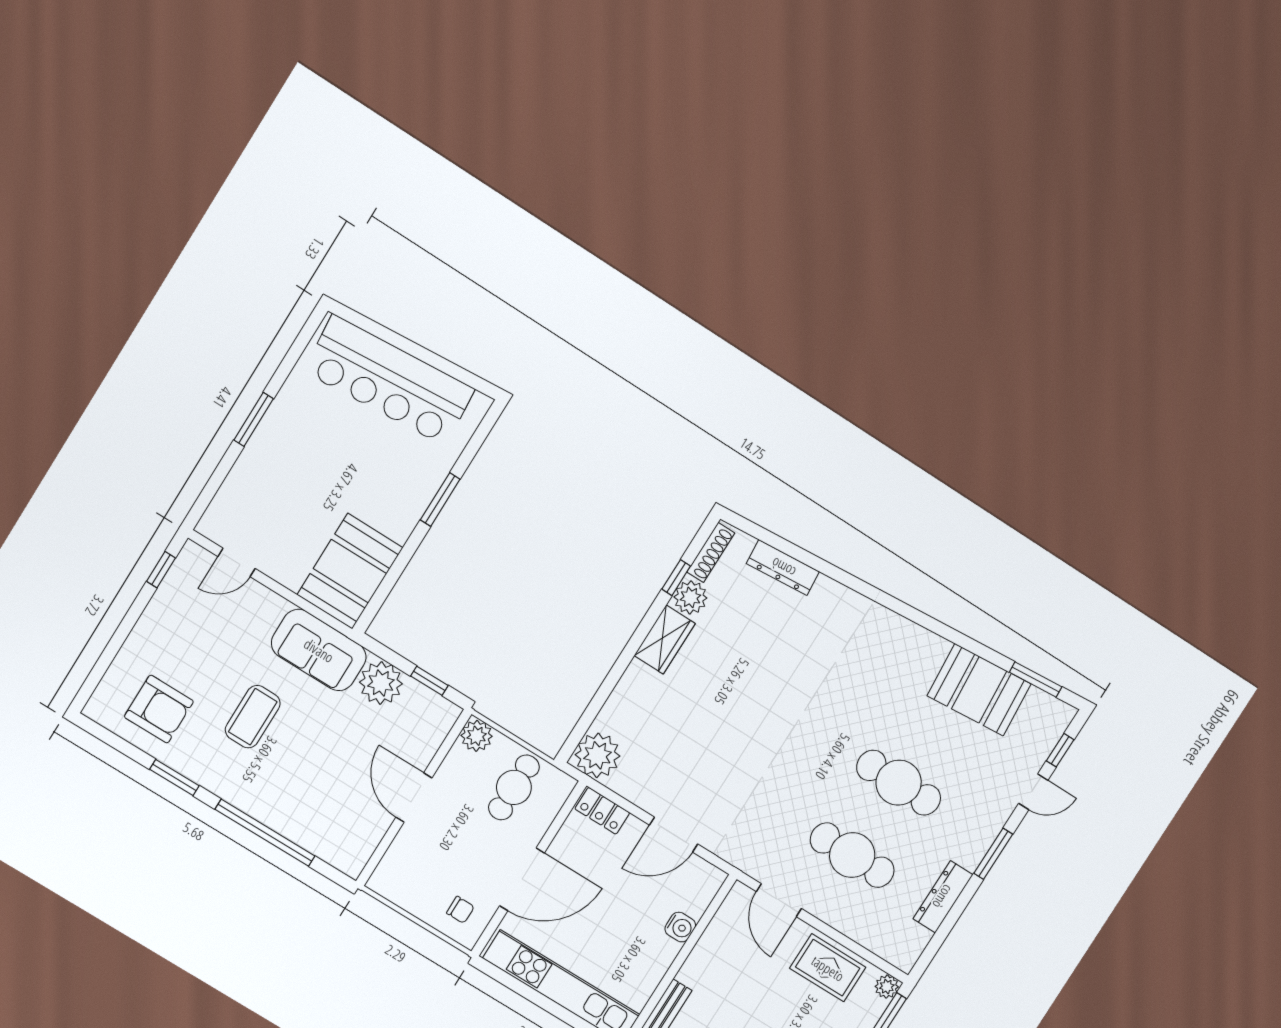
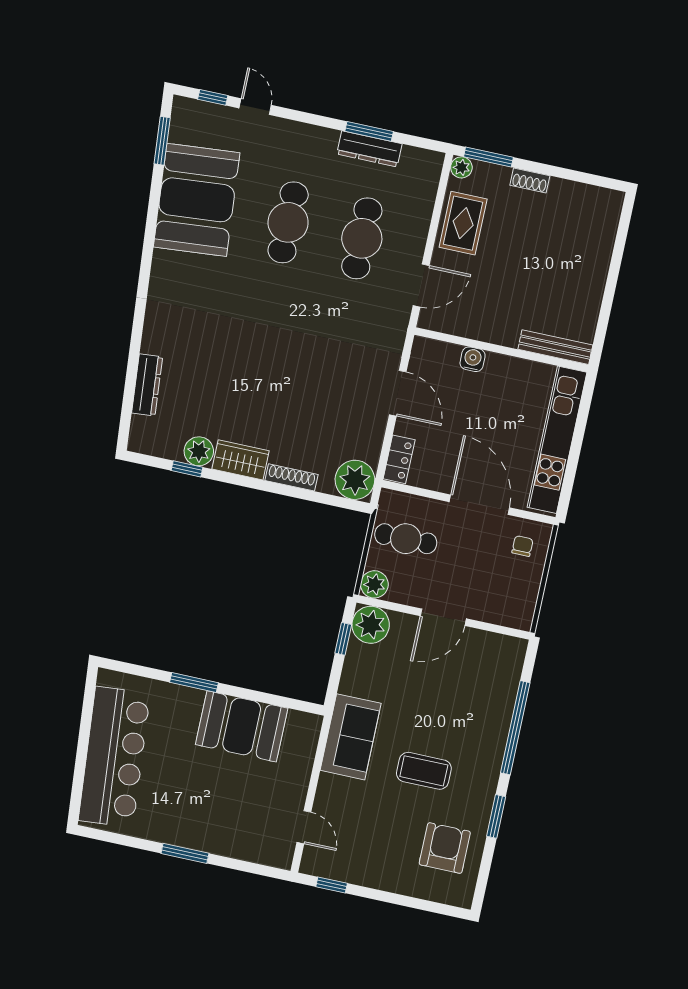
shoe rack: (711, 553) -> (291, 477), moved
booth: (350, 571) -> (242, 726), moved
plant: (381, 683) -> (371, 625), moved
booth: (979, 690) -> (197, 200), width x1.36, depth x1.42
window: (993, 854) -> (369, 131), moved

